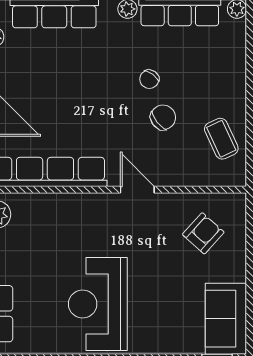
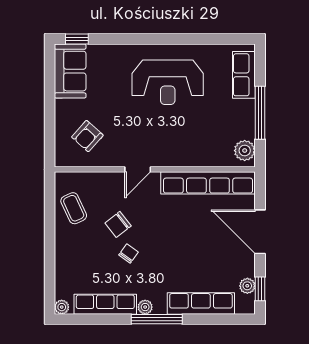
door: (137, 190) -> (138, 169), hinge flipped
reception desk: (98, 304) -> (168, 82), turned 90

